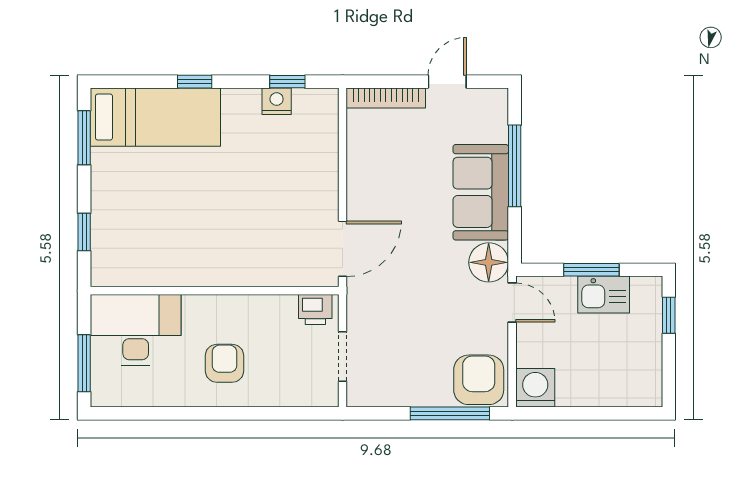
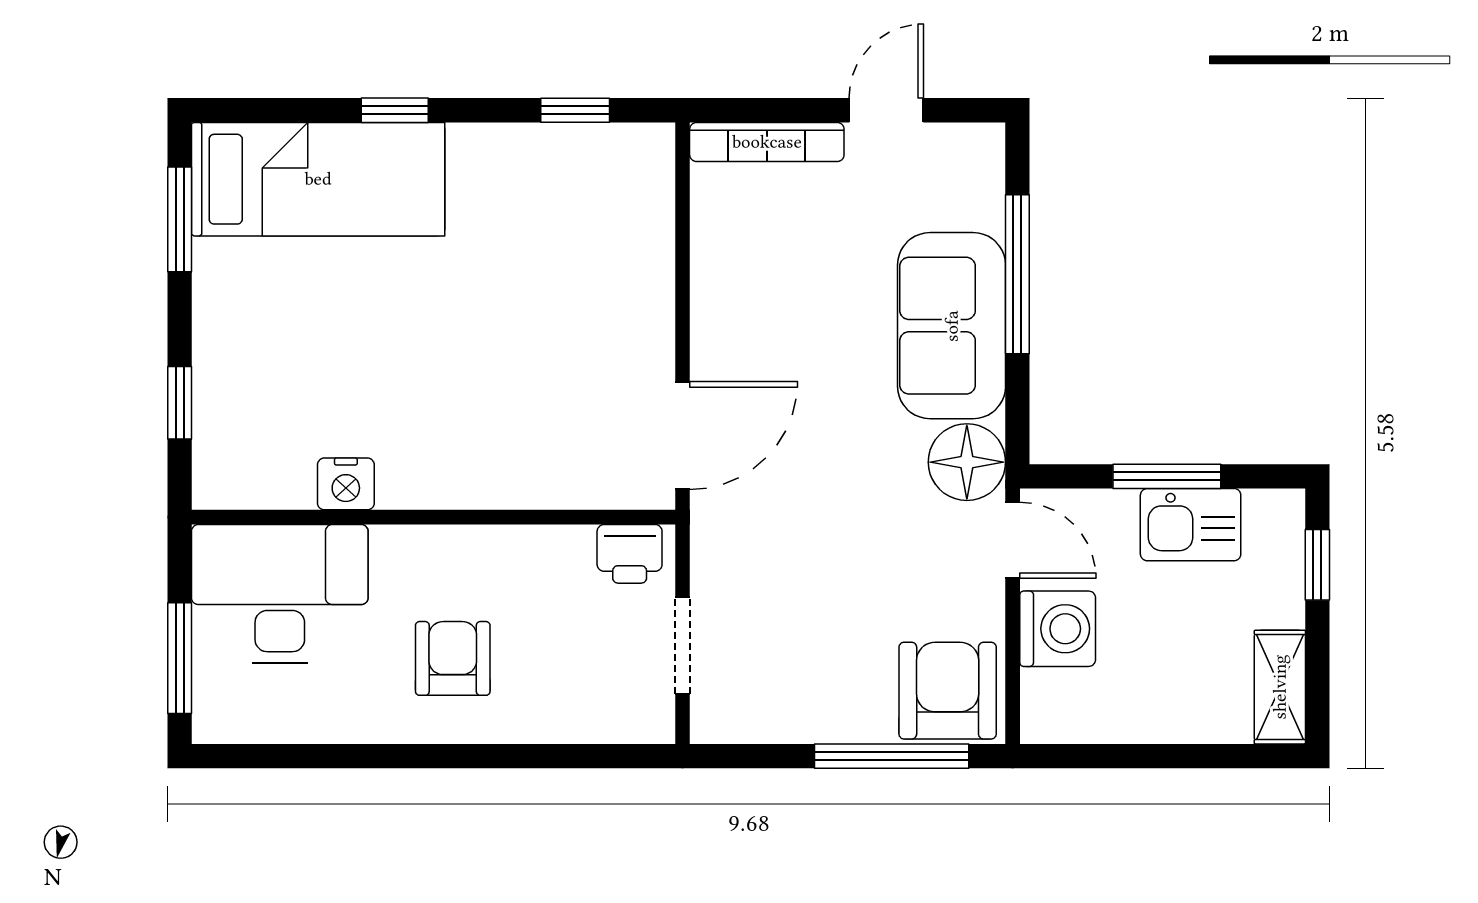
nightstand: (277, 101) -> (346, 484), moved, turned 180
shelving: (649, 378) -> (1280, 687), added
washing machine: (535, 388) -> (1058, 629), moved, turned 90

